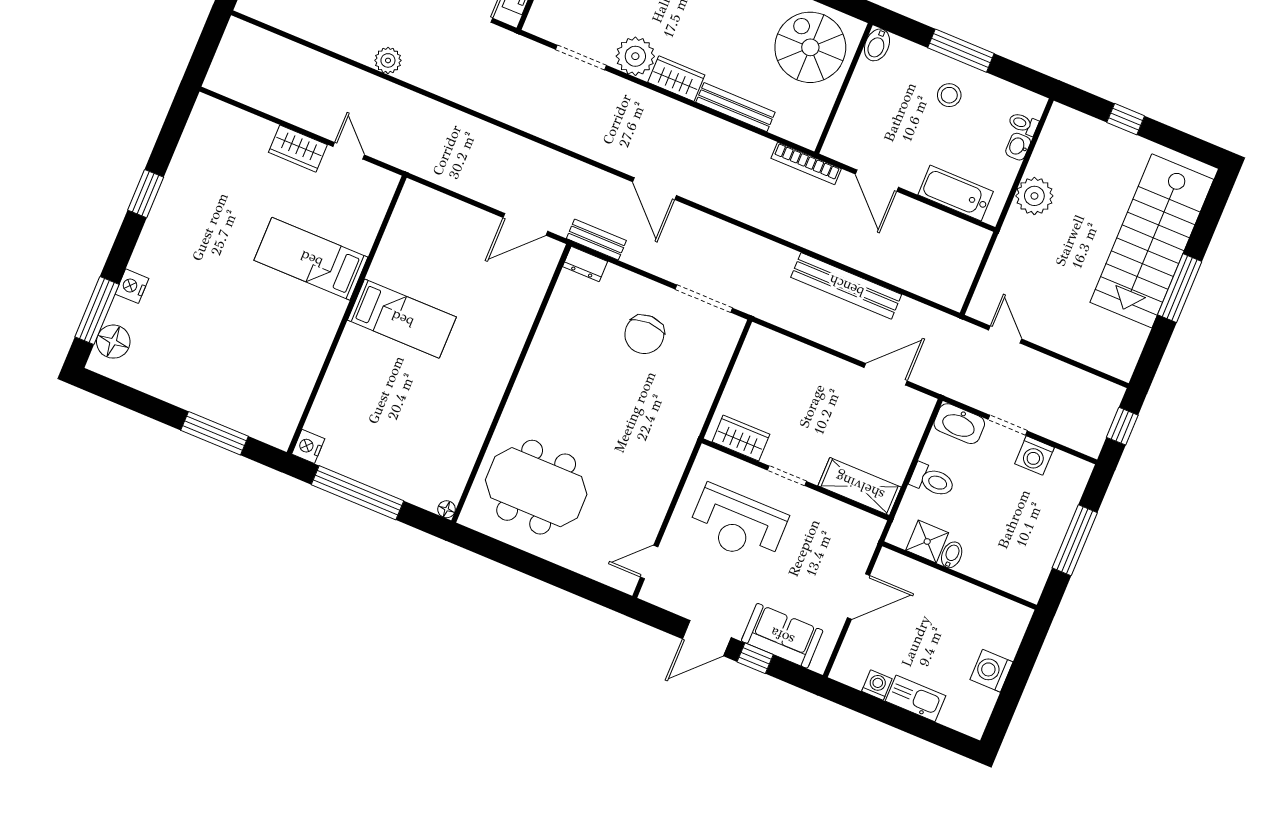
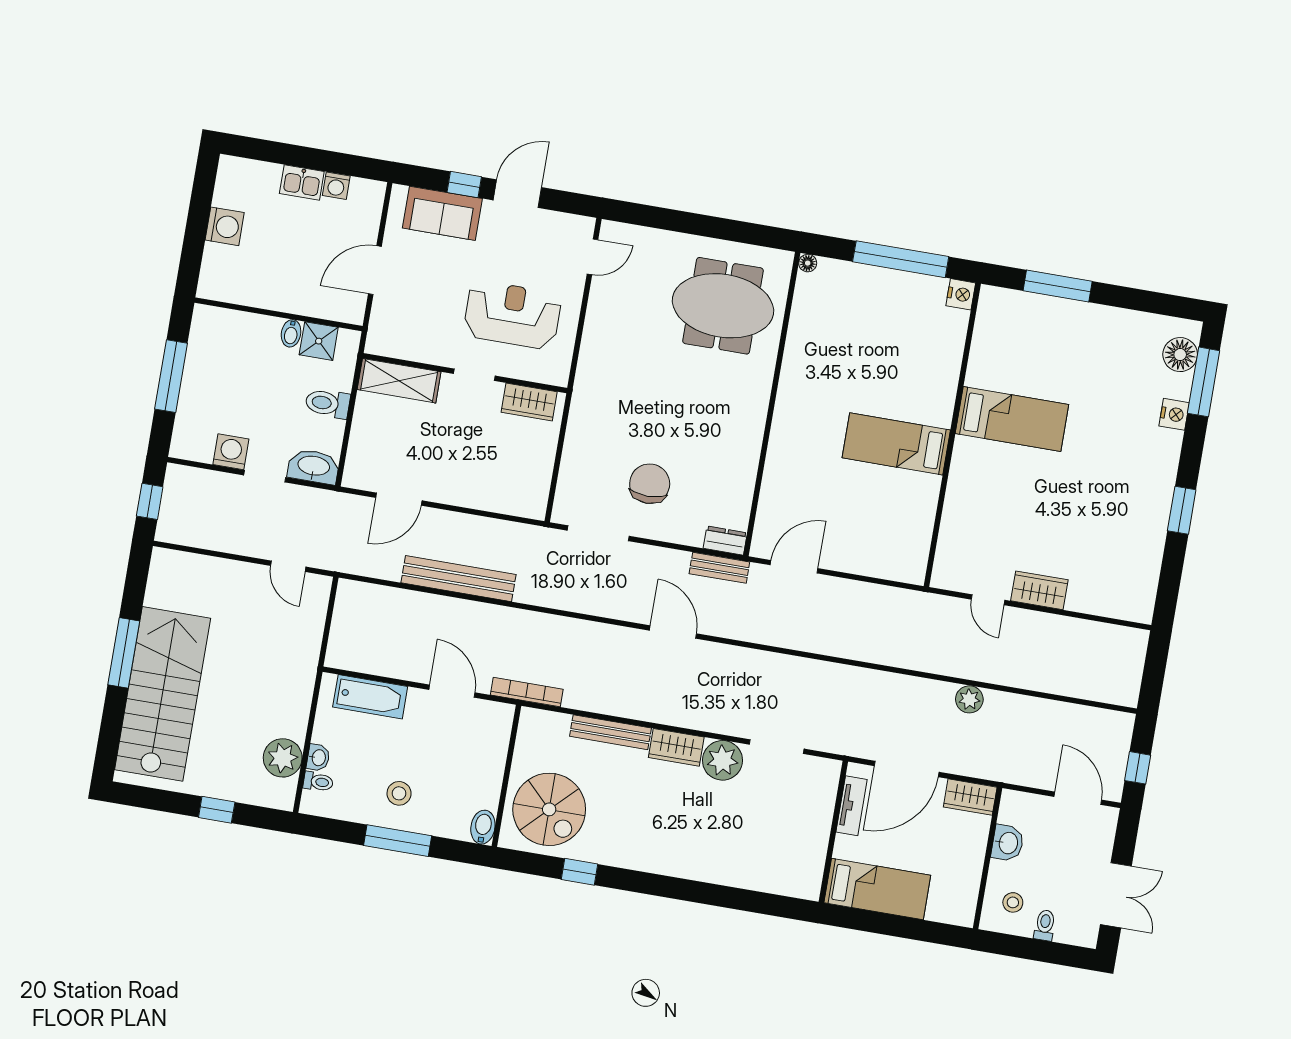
plant: (1034, 196) -> (283, 758), moved
bed: (311, 259) -> (1012, 419), moved
kitchen sink: (915, 698) -> (302, 182), width x0.73

